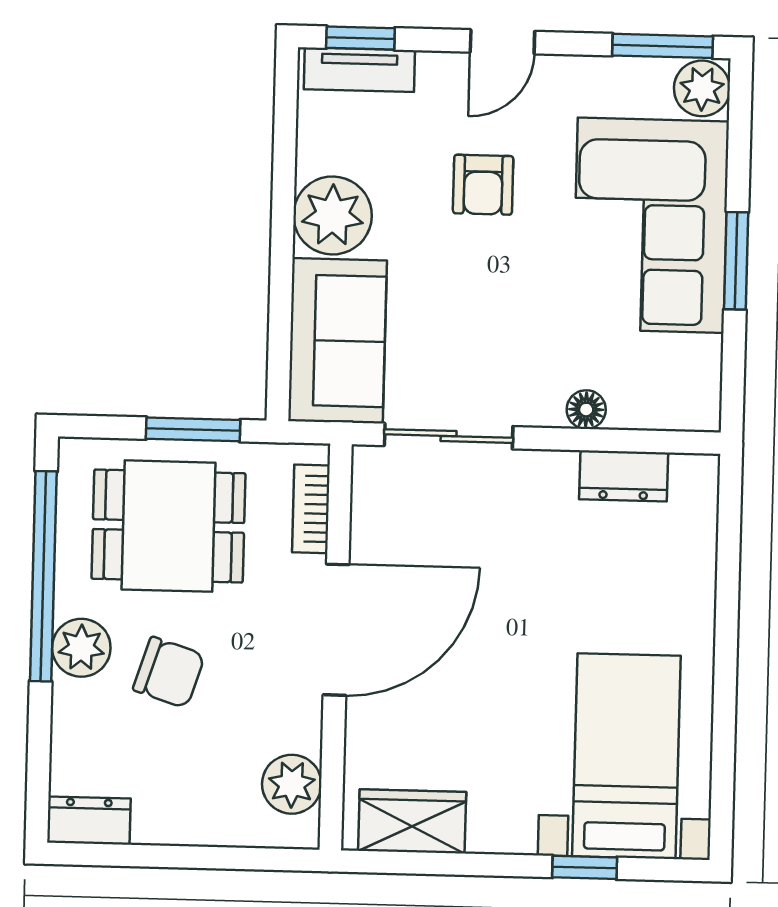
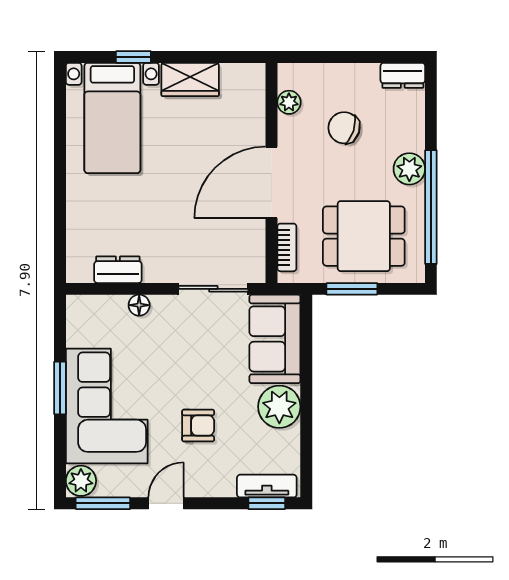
door: (502, 42) -> (166, 503), moved
armchair: (483, 185) -> (198, 426), turned 90
chair: (169, 672) -> (344, 128), moved
plant: (292, 784) -> (289, 102), width x0.73, depth x0.73
wardrobe: (412, 821) -> (190, 80), moved

